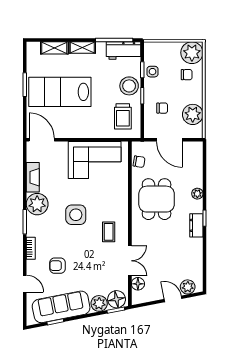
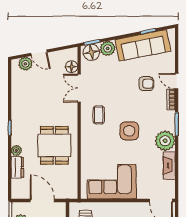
chair: (139, 162) -> (71, 180), removed
dresser: (196, 225) -> (17, 167), moved
door: (25, 284) -> (177, 81), moved

